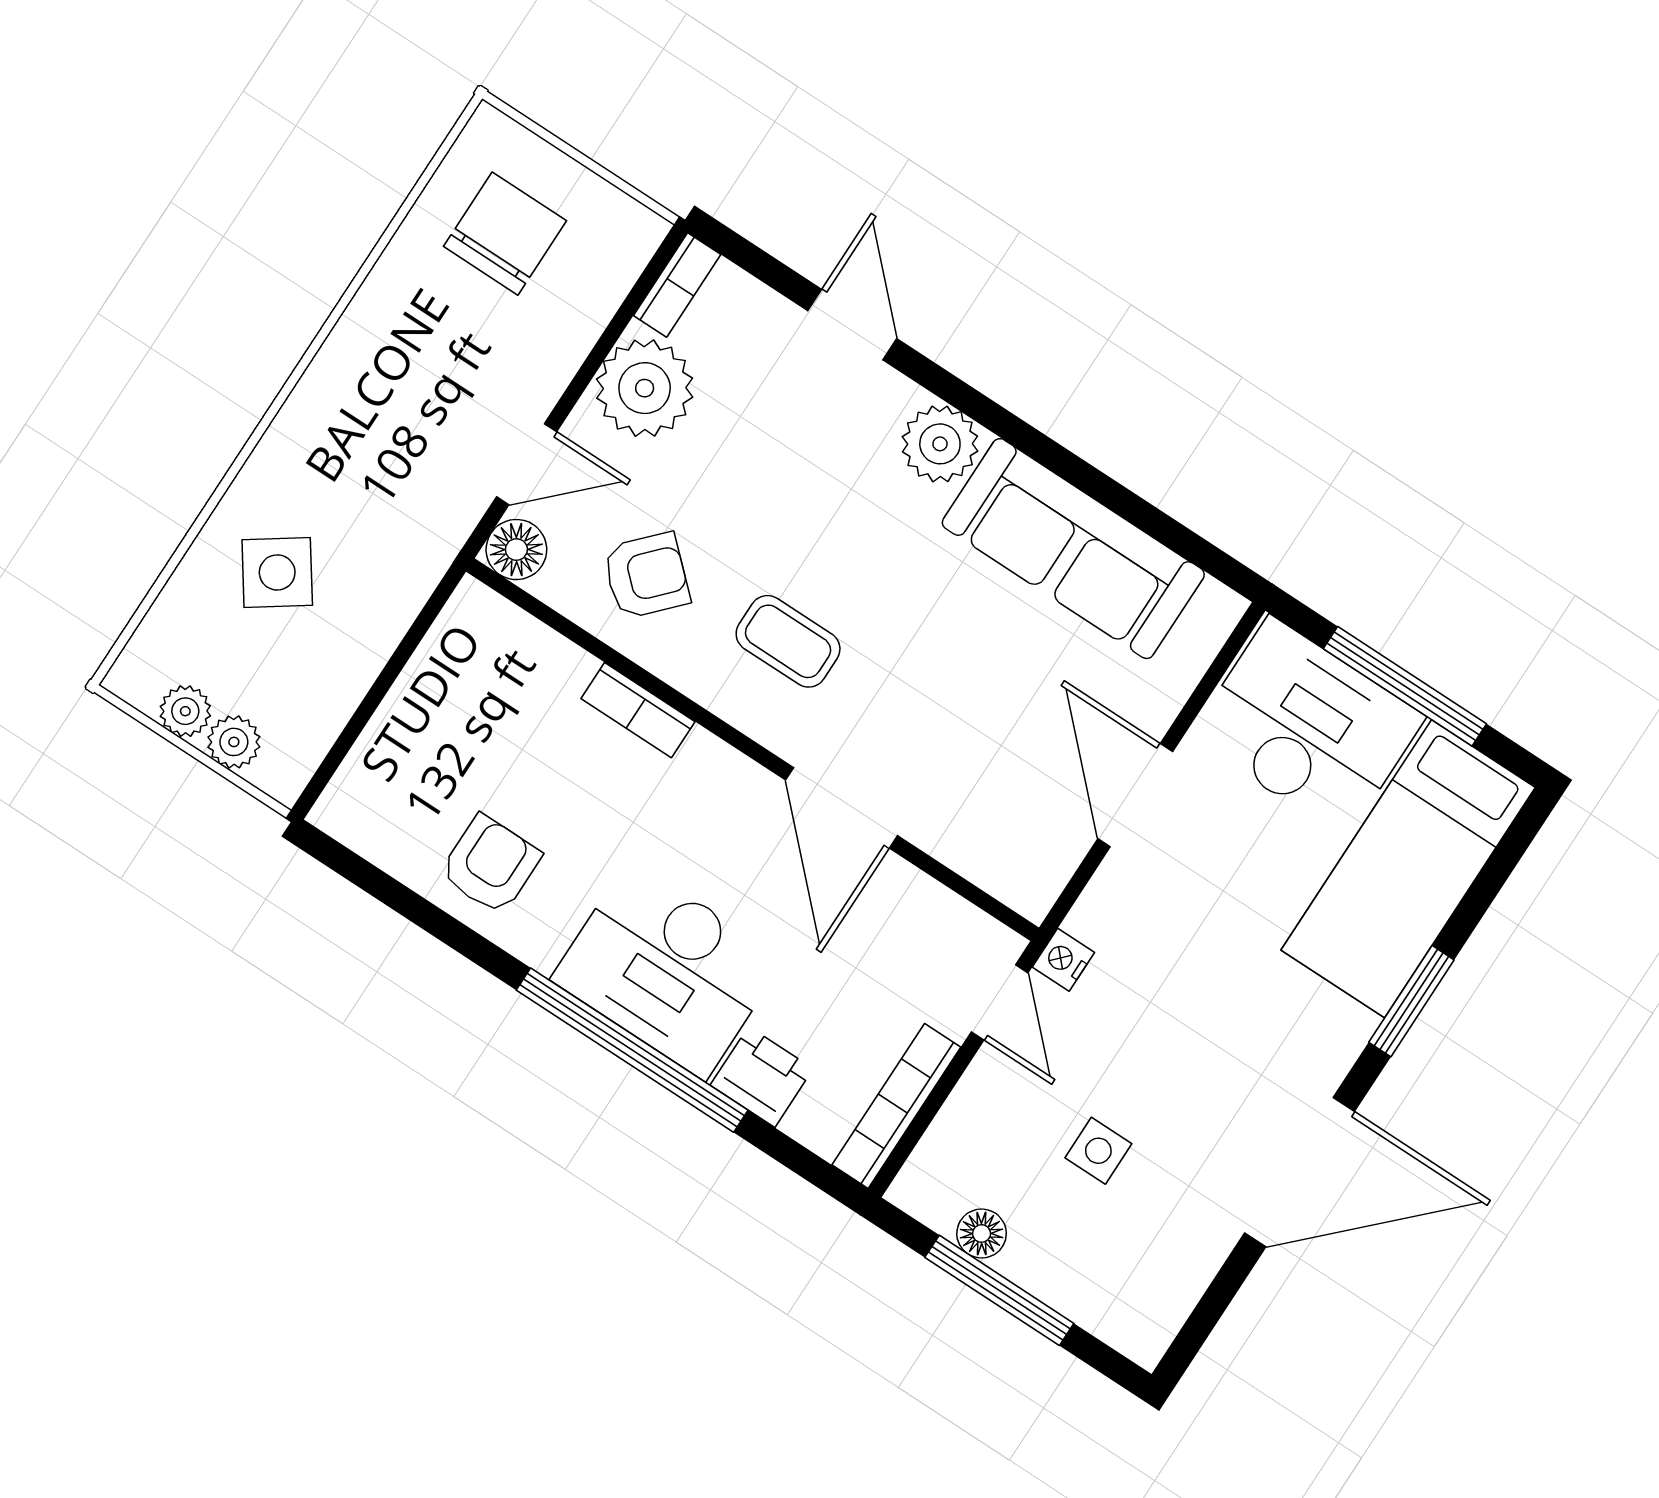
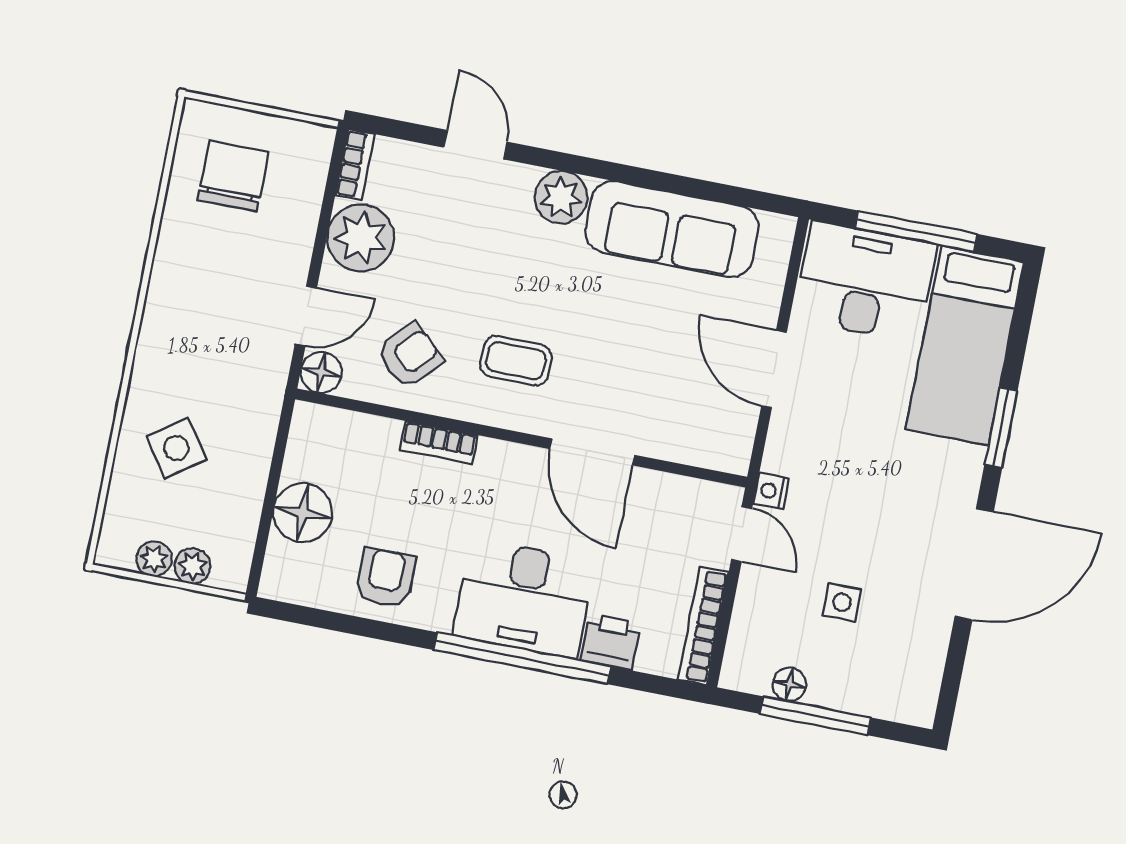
floor lamp: (414, 730) -> (303, 513), added

